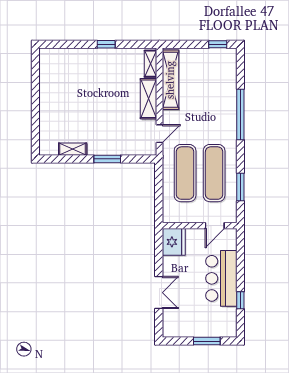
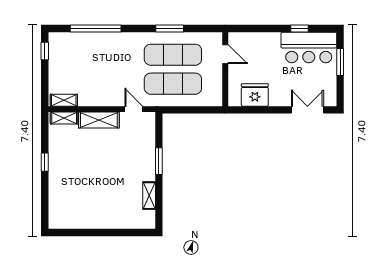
shelving: (170, 80) -> (64, 100), width x0.45, depth x0.75
window: (240, 114) -> (96, 29), moved
window: (240, 187) -> (170, 29), moved
fridge: (174, 242) -> (255, 95), moved
bar counter: (221, 278) -> (309, 47), moved
double door: (159, 293) -> (307, 110), moved

